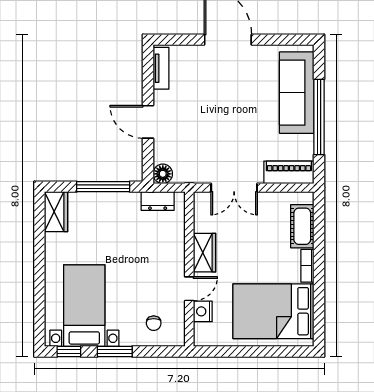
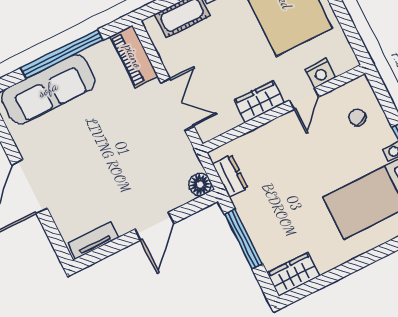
door: (189, 289) -> (304, 99), swing flipped
chair: (154, 323) -> (357, 117), turned -114

